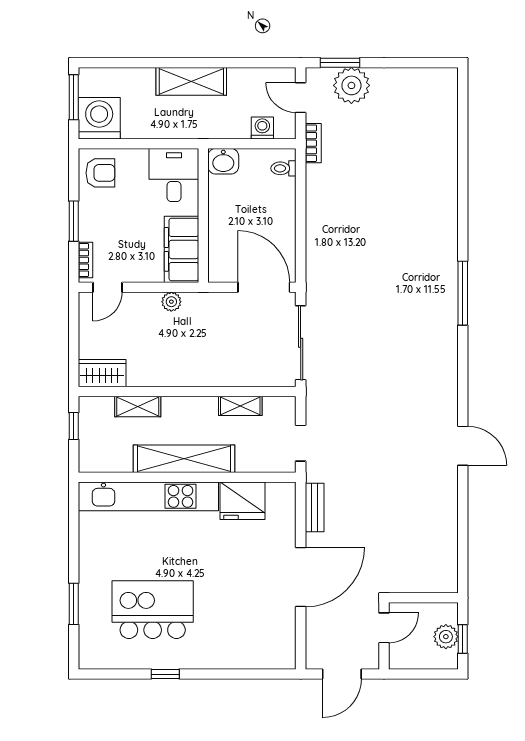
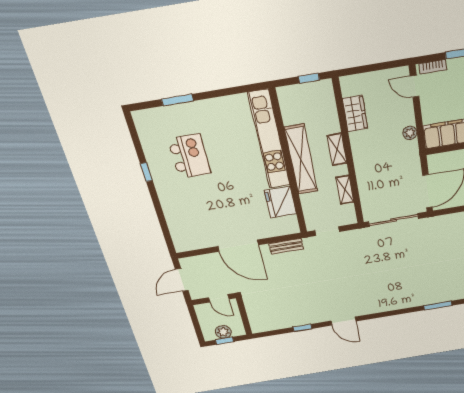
window: (463, 293) -> (438, 306), width x0.69
wardrobe: (102, 373) -> (355, 114), moved
shelving: (138, 406) -> (337, 149), moved
door: (463, 446) -> (344, 321), hinge flipped
window: (463, 513) -> (302, 328), added
kitchen island: (153, 610) -> (189, 156), width x0.73, depth x0.78
door: (342, 674) -> (182, 280), hinge flipped

